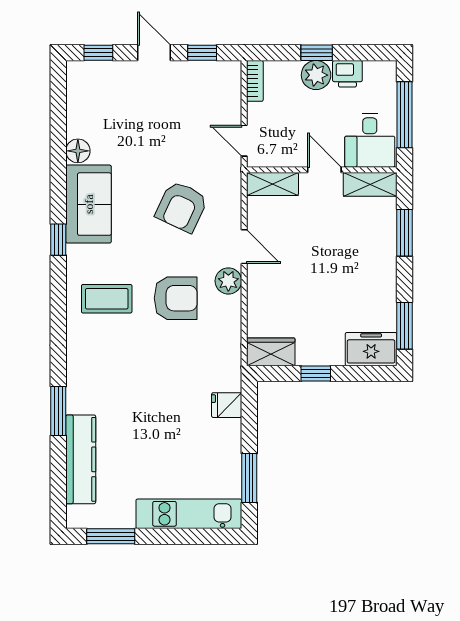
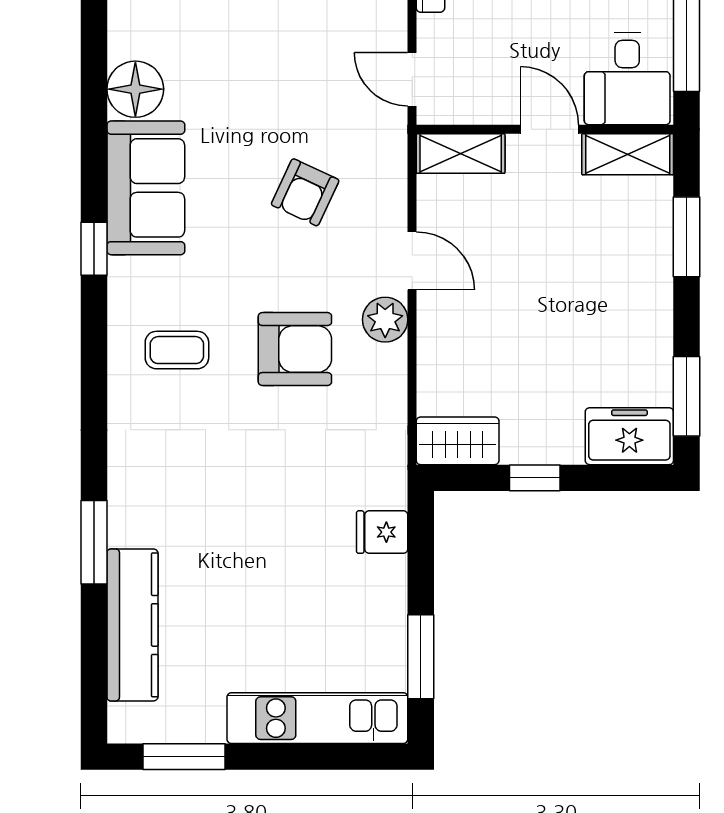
floor lamp: (78, 151) -> (135, 89), width x1.38, depth x1.38
armchair: (182, 207) -> (305, 192), width x0.72, depth x0.72
coffee table: (107, 299) -> (177, 350), width x0.73, depth x0.77

